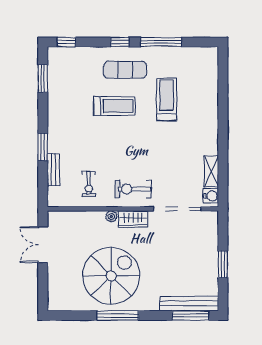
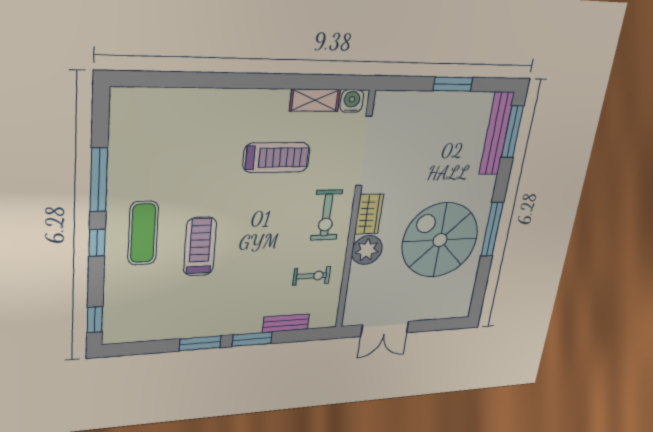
window: (43, 78) -> (200, 343), moved
treadmill: (167, 99) -> (276, 158), moved, turned 180
plant: (111, 216) -> (367, 250), width x1.88, depth x1.88

